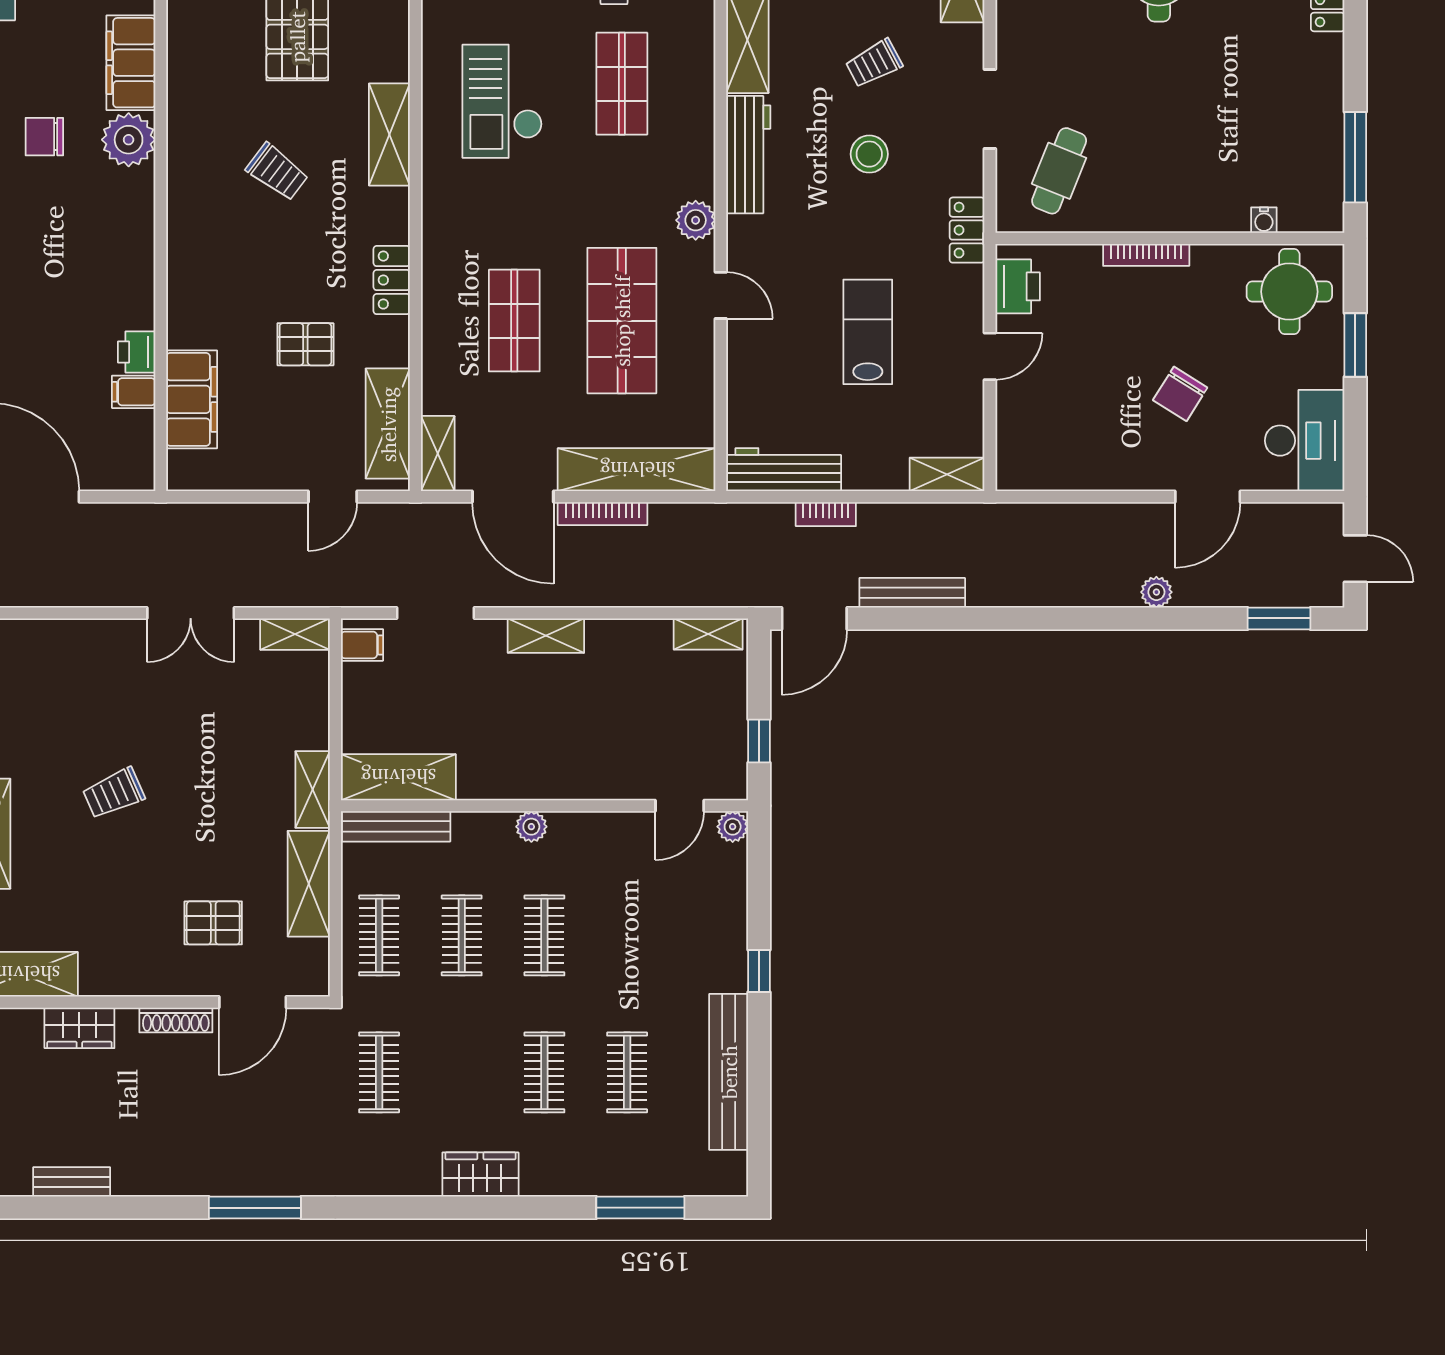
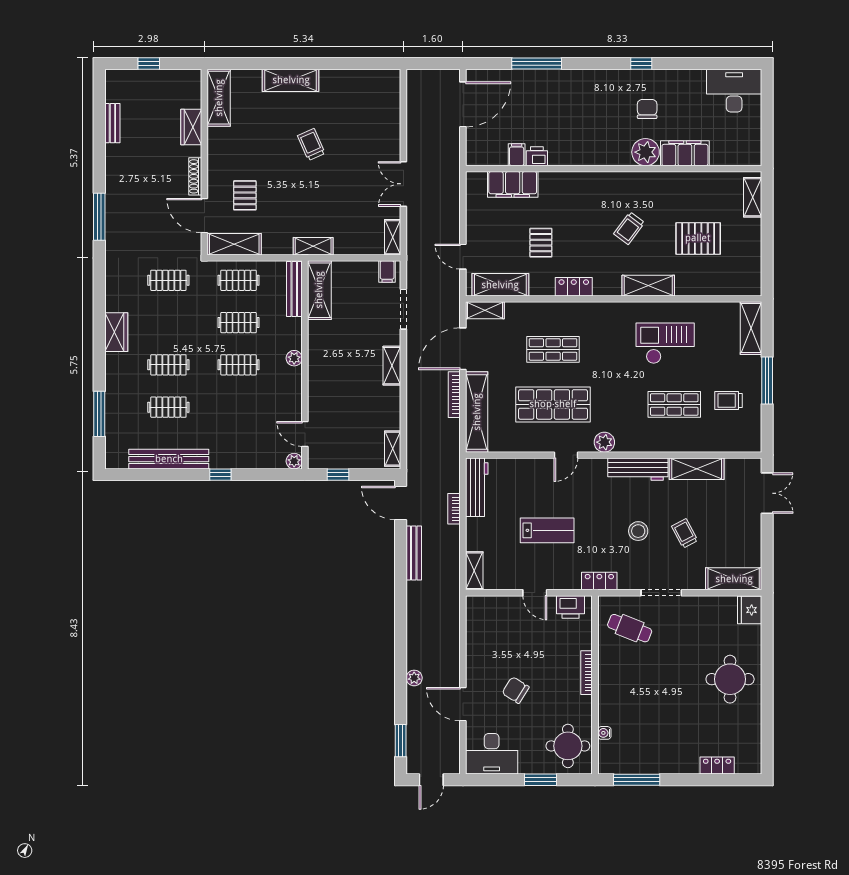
shelving: (309, 884) -> (234, 244), moved

